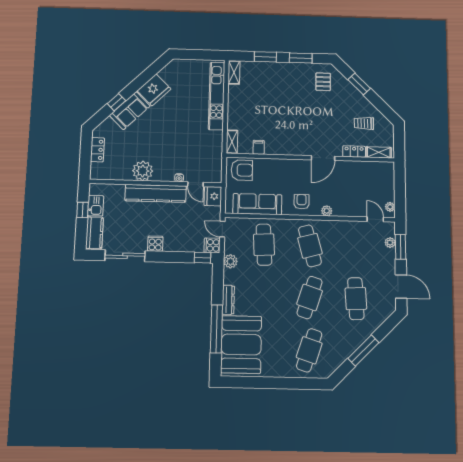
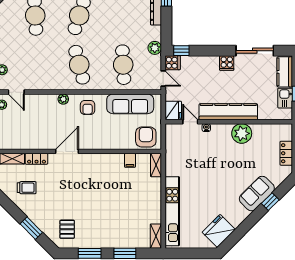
fridge: (154, 90) -> (219, 231), moved
armchair: (242, 170) -> (146, 137), turned 90

